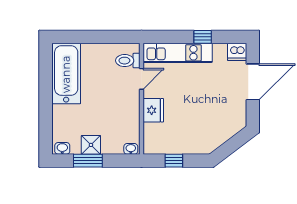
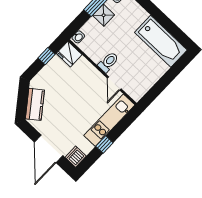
toilet: (128, 61) -> (108, 62), moved
fridge: (153, 110) -> (69, 54), moved
kitchen counter: (225, 131) -> (35, 104), added

